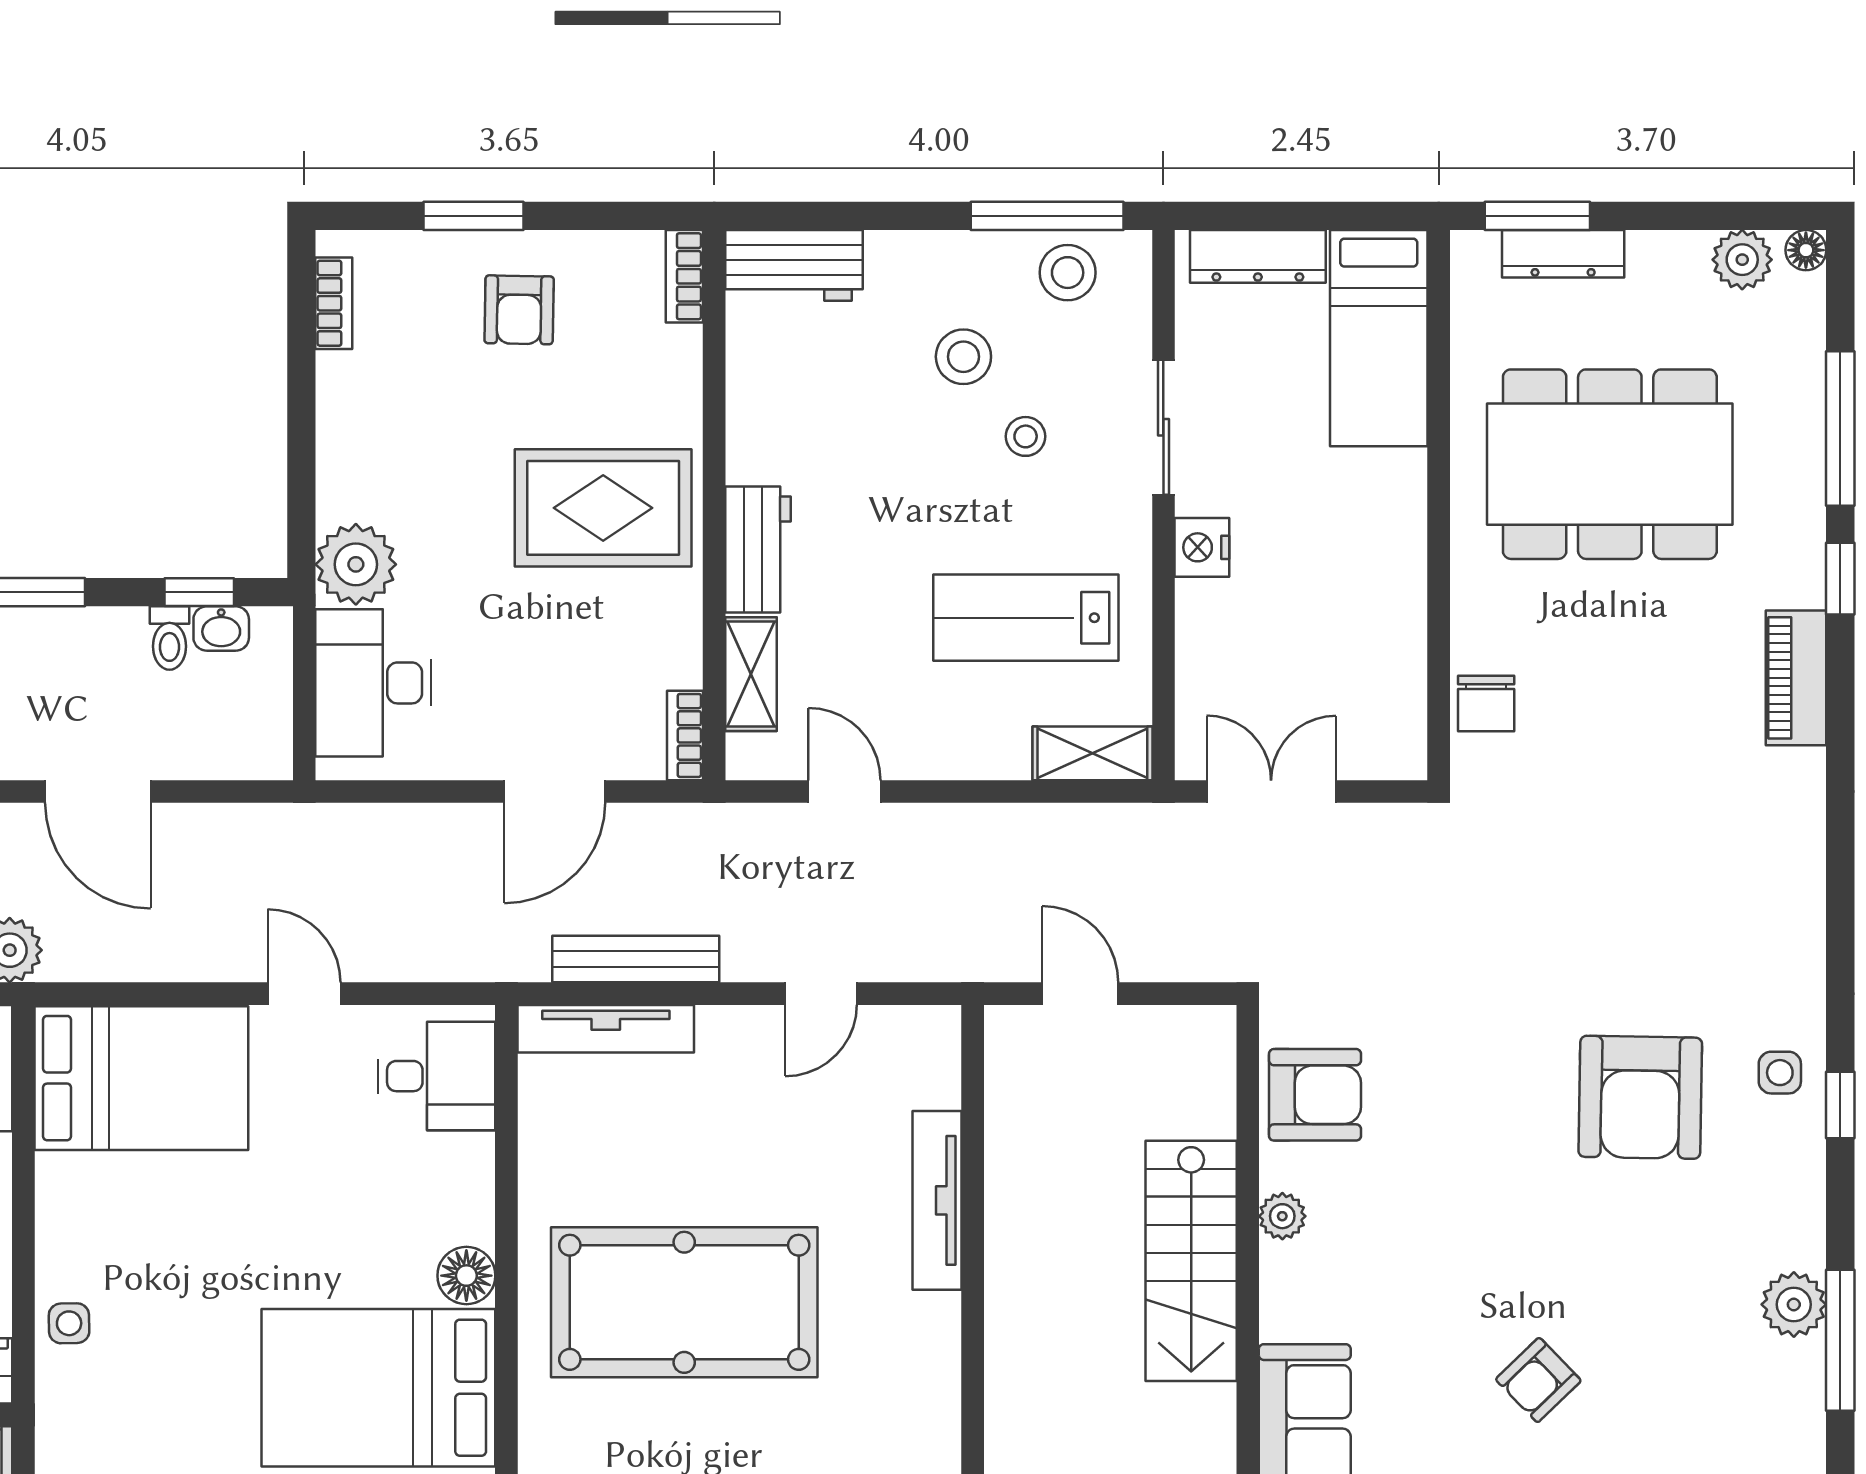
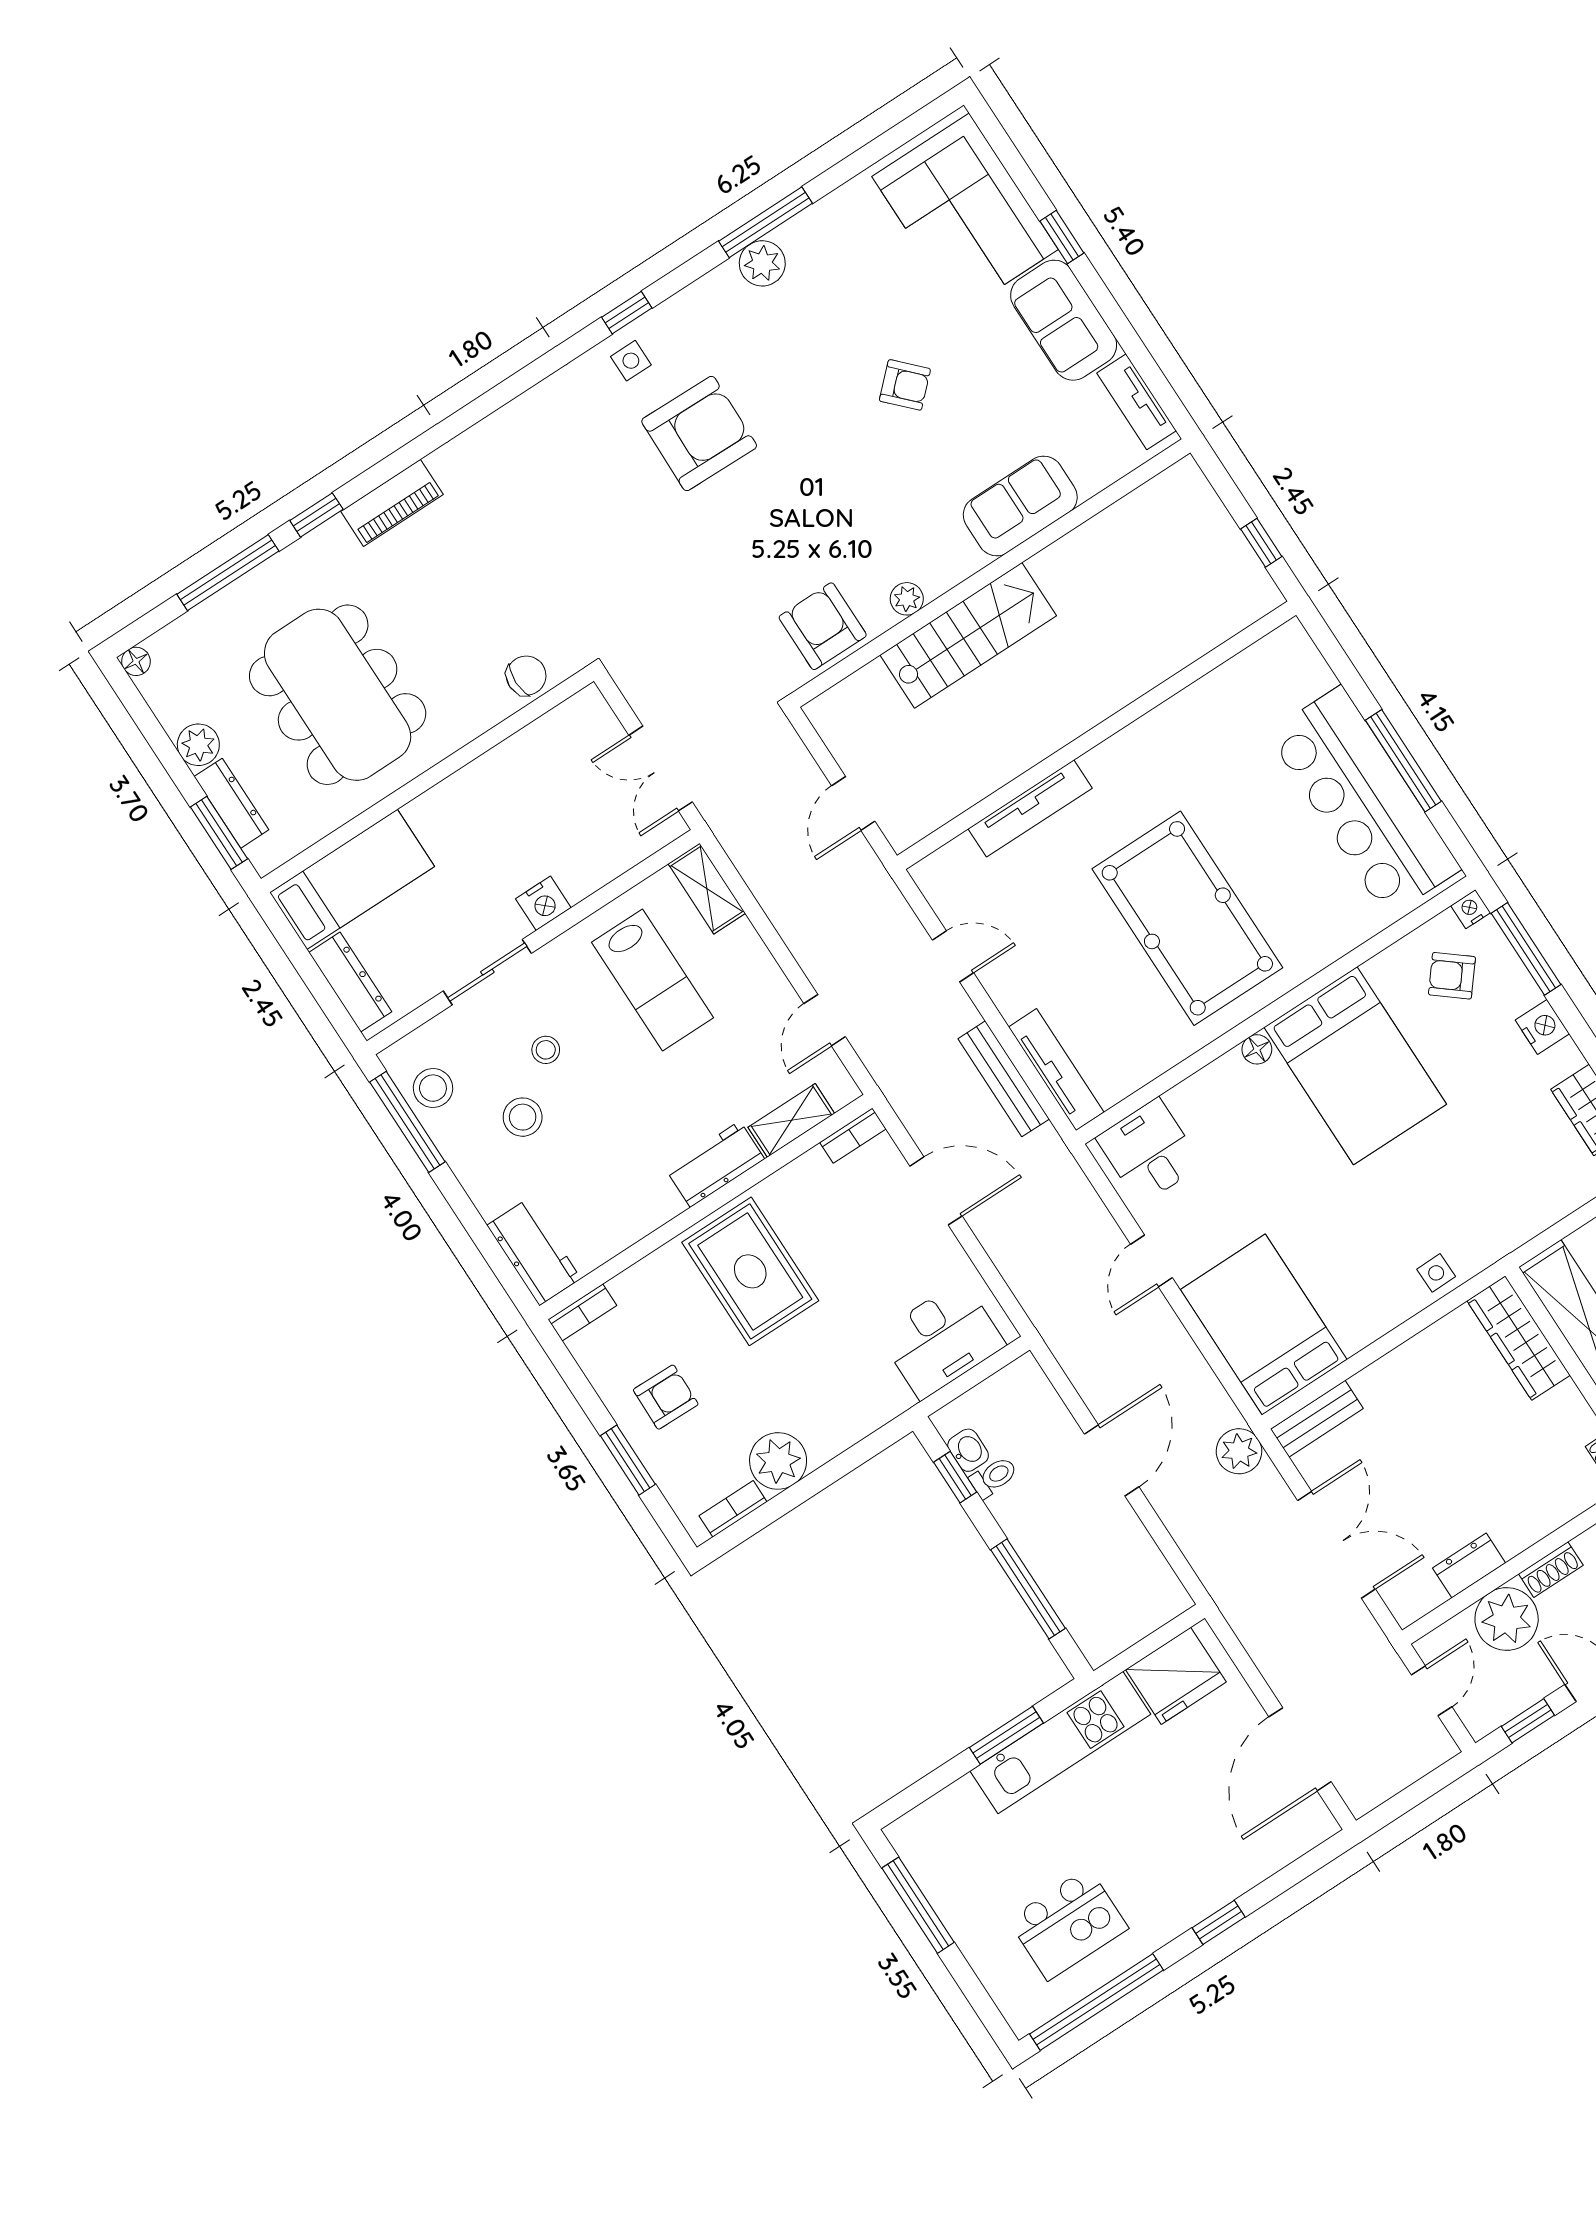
plant: (1742, 260) -> (198, 745), moved
plant: (356, 564) -> (778, 1461), moved
floor lamp: (466, 1276) -> (1257, 1049), width x0.73, depth x0.73

